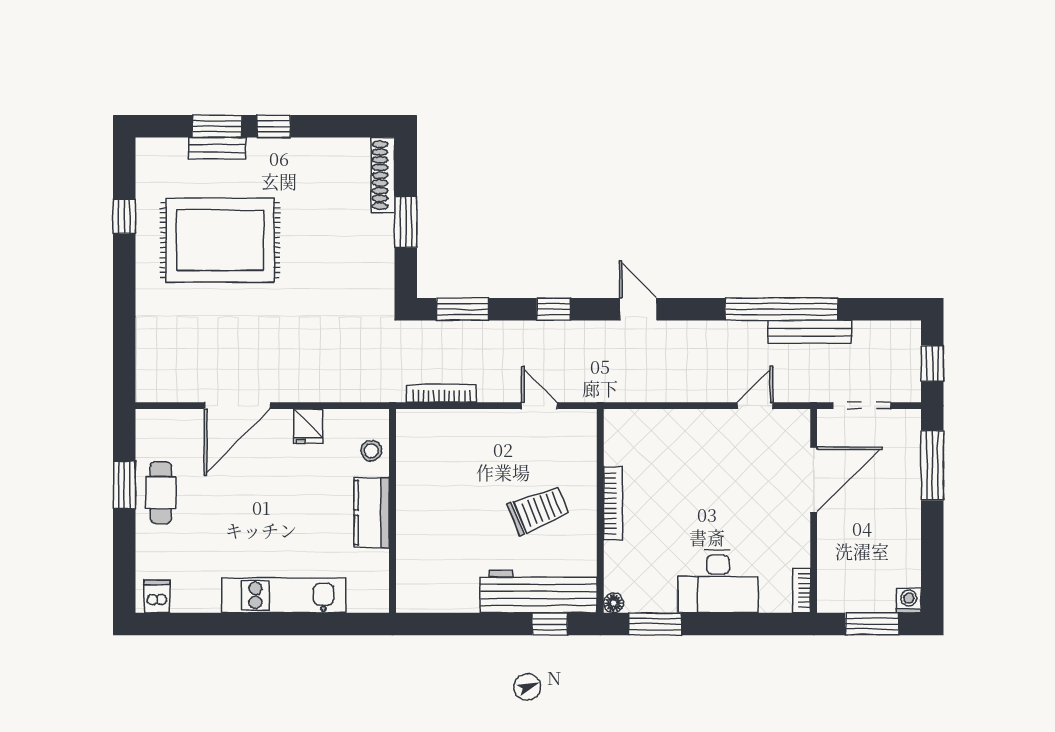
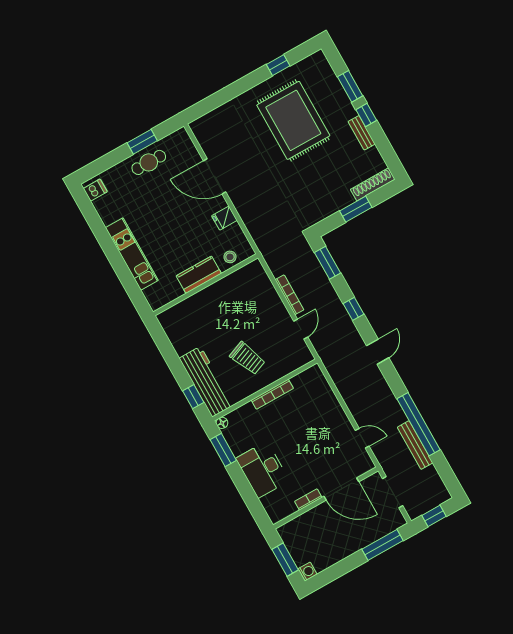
bench: (217, 148) -> (362, 133), moved
bookcase: (442, 393) -> (289, 295), moved
bookcase: (801, 590) -> (308, 499), moved

